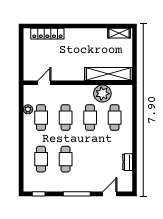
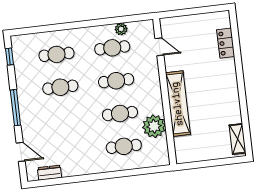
locker: (47, 34) -> (226, 43), width x0.66
shelving: (108, 74) -> (178, 104), moved
dresser: (128, 162) -> (50, 173), moved

